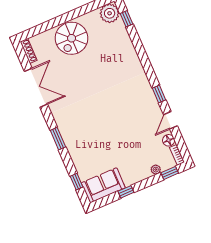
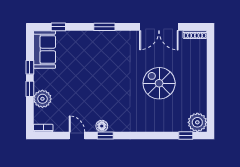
spiral stairs: (72, 38) -> (159, 83), moved
floor lamp: (169, 140) -> (102, 126), moved
plant: (156, 170) -> (42, 99), width x1.88, depth x1.88
window: (170, 173) -> (30, 89), moved

